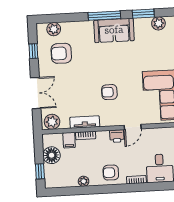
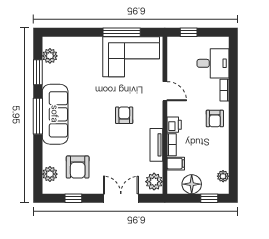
sofa: (114, 30) -> (55, 114), width x1.36
armchair: (109, 92) -> (124, 115), turned 180
printer: (117, 136) -> (174, 125), moved
plant: (84, 181) -> (223, 176), moved

